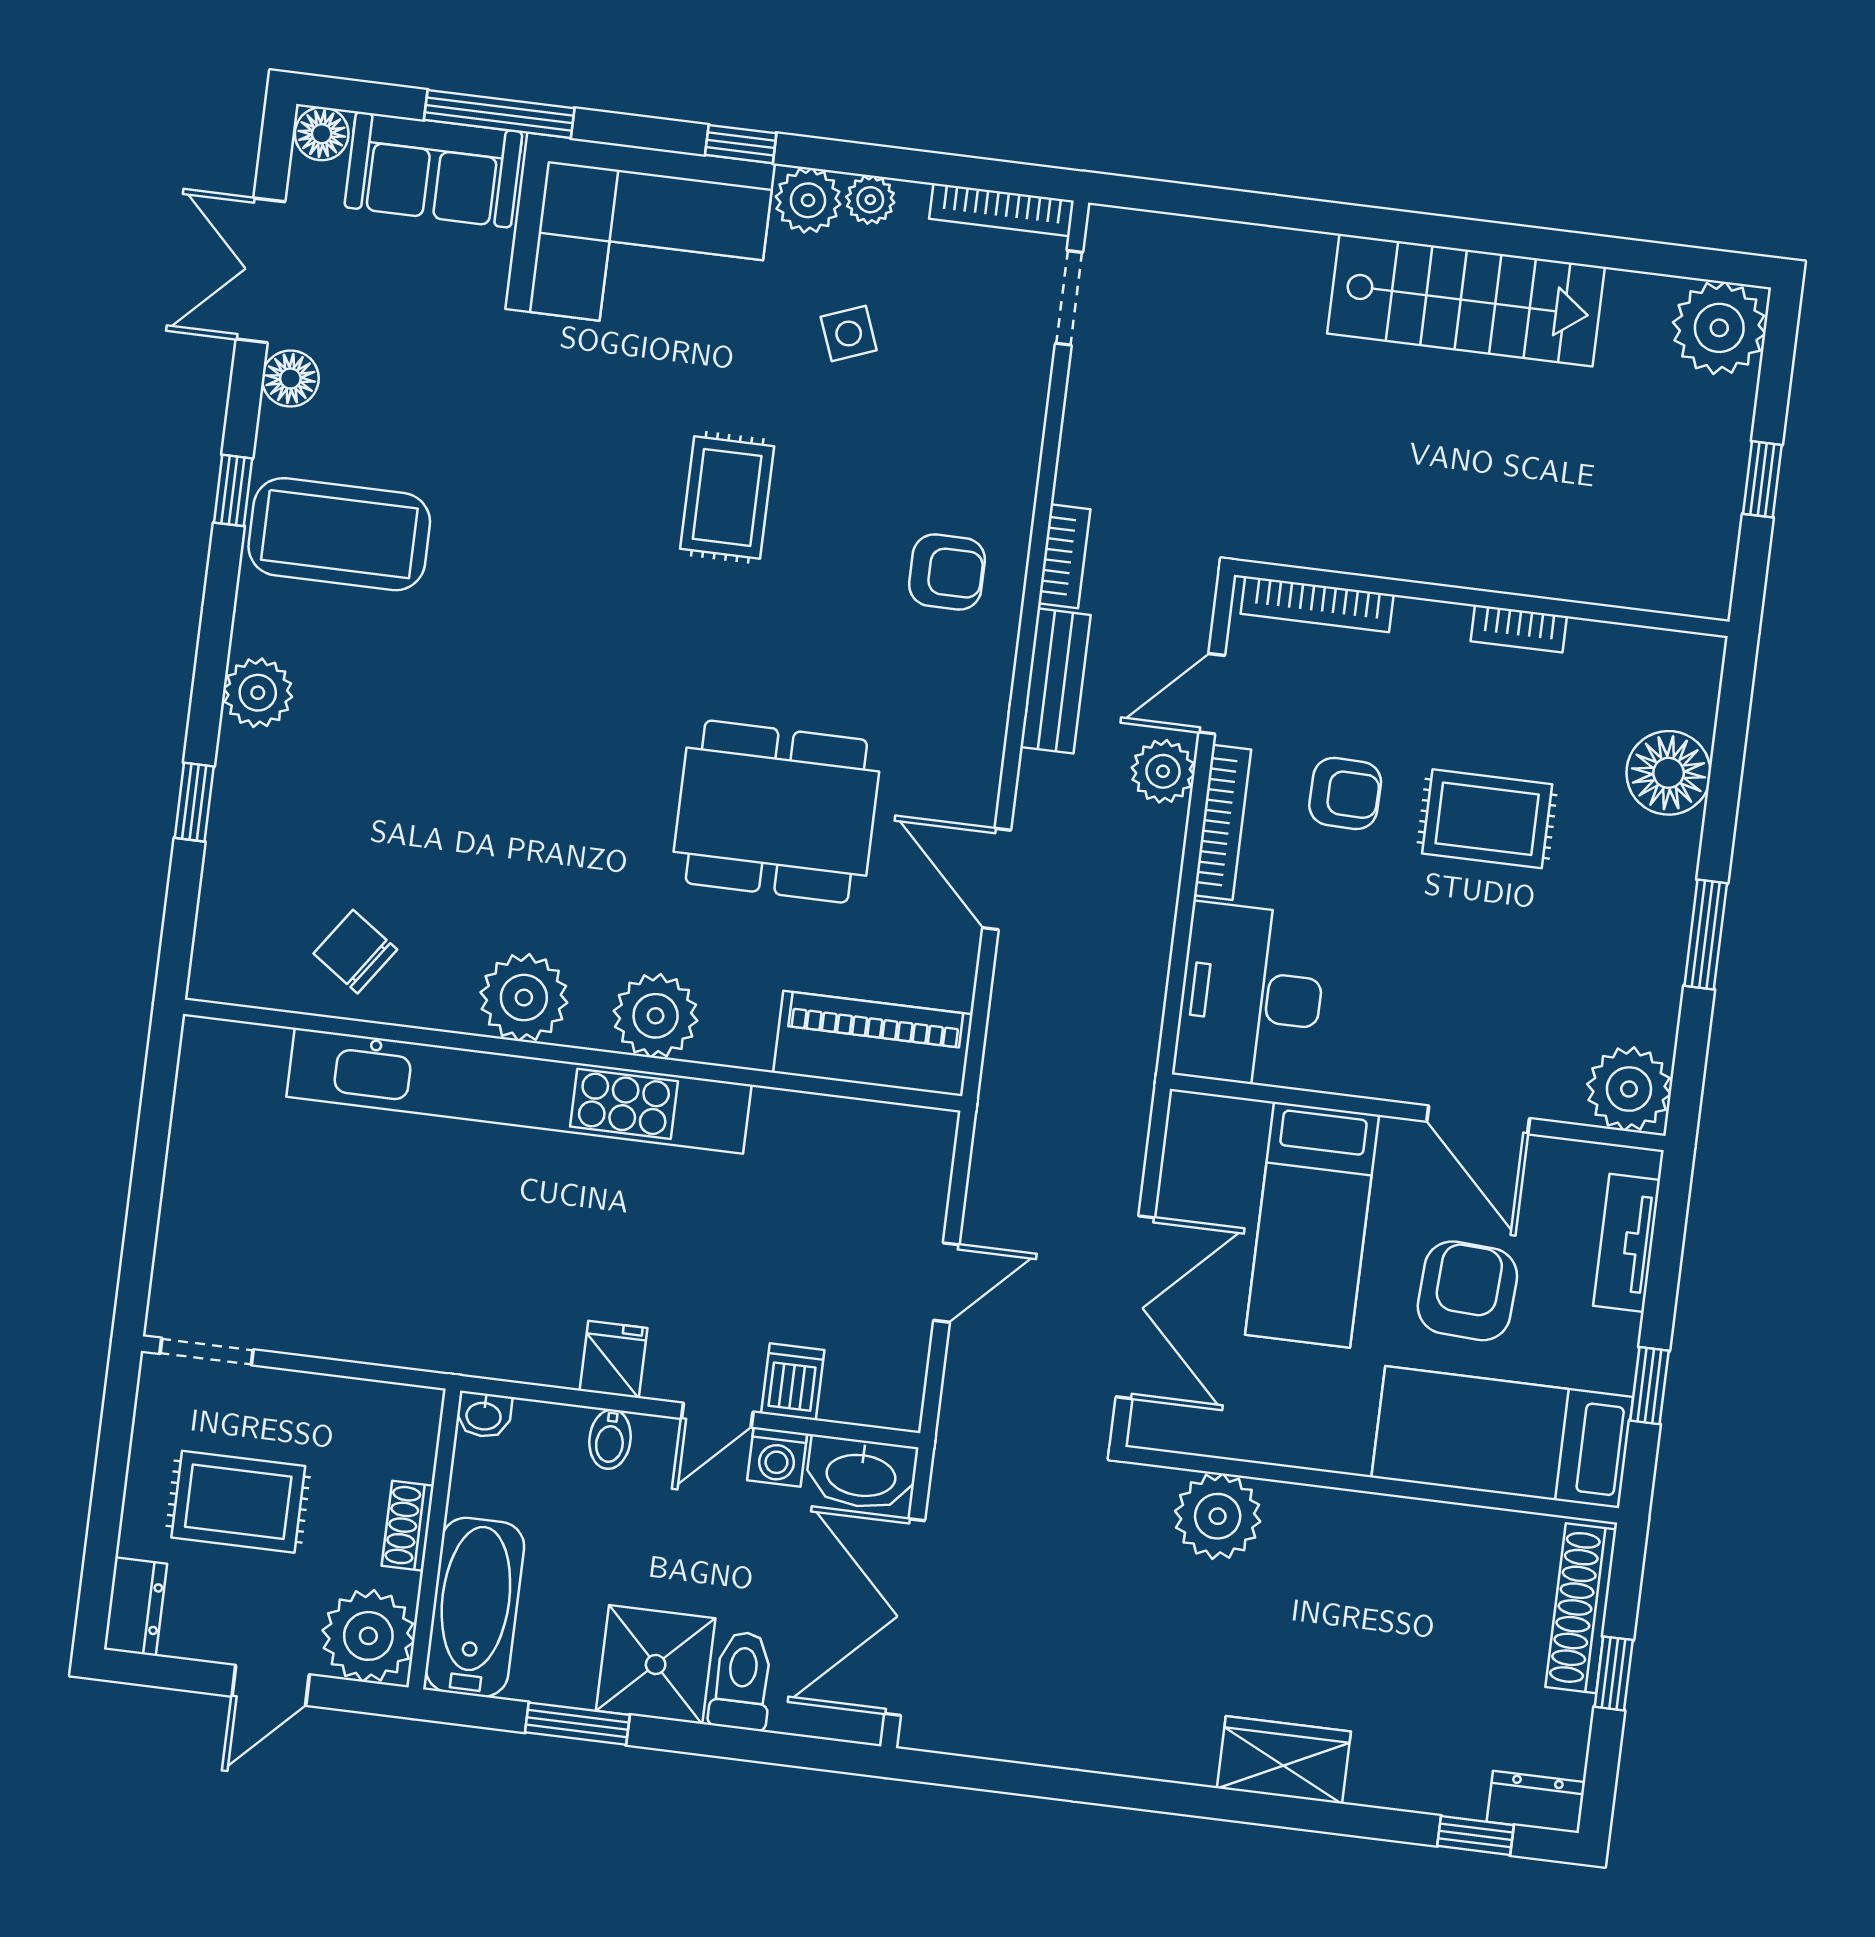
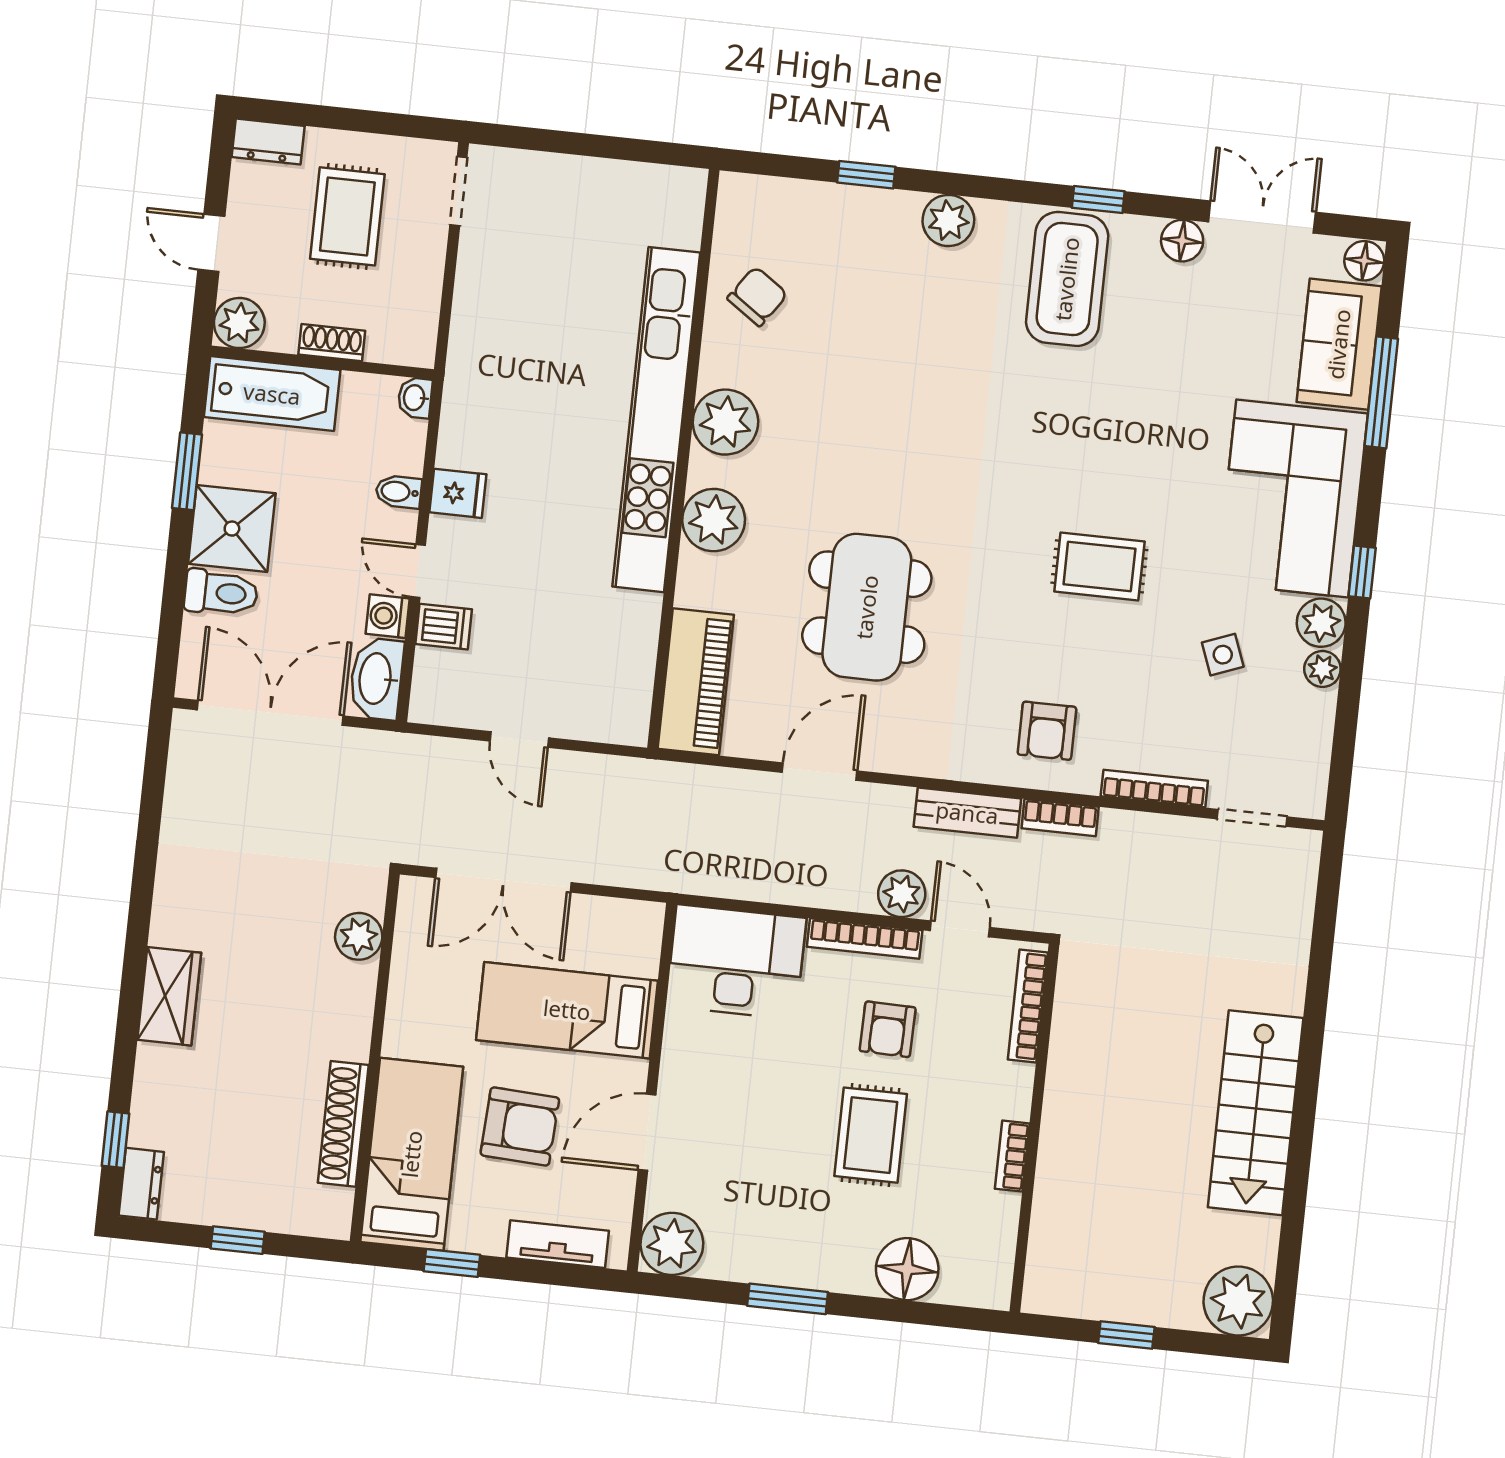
bookcase: (1002, 210) -> (1154, 788), moved, turned 90
plant: (1218, 1516) -> (359, 936), width x0.73, depth x0.73
shoe rack: (1581, 1608) -> (343, 1124), moved, turned -90
plant: (368, 1636) -> (239, 323), width x0.73, depth x0.73

